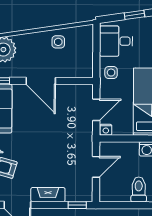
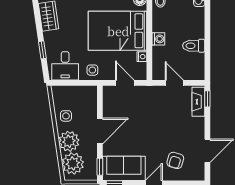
plant: (29, 45) -> (69, 141), added
nightstand: (106, 130) -> (142, 57), moved
fireplace: (48, 195) -> (198, 102), moved

